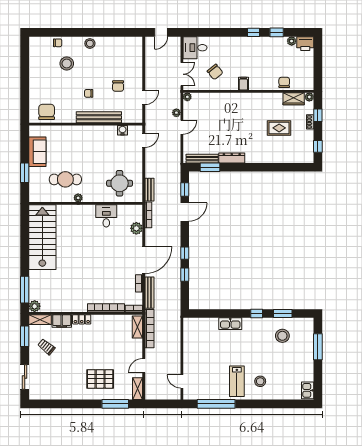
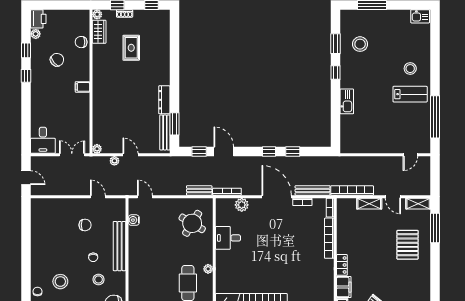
stool: (90, 43) -> (99, 279), moved
chair: (215, 72) -> (57, 60), moved
round table: (120, 183) -> (192, 223), turned 31
shelving: (137, 327) -> (369, 204), moved

